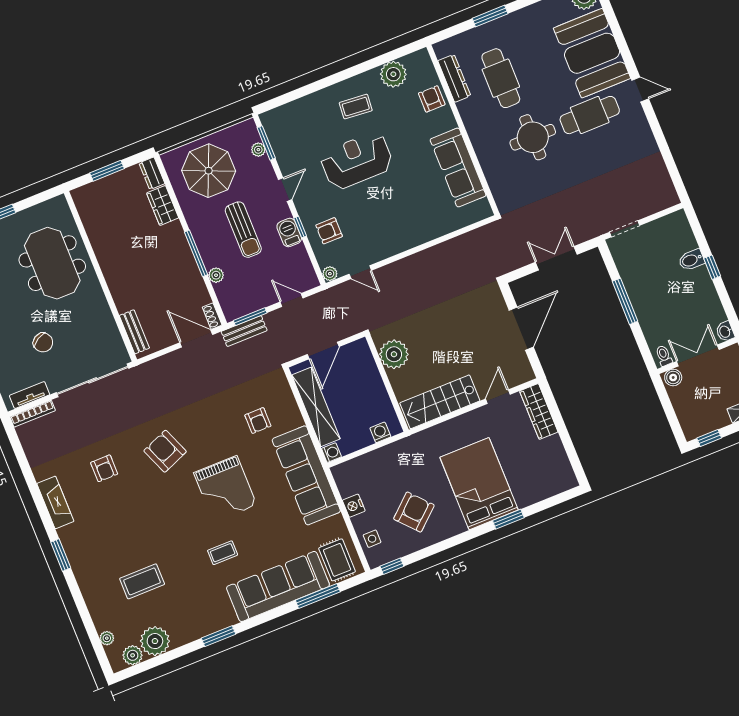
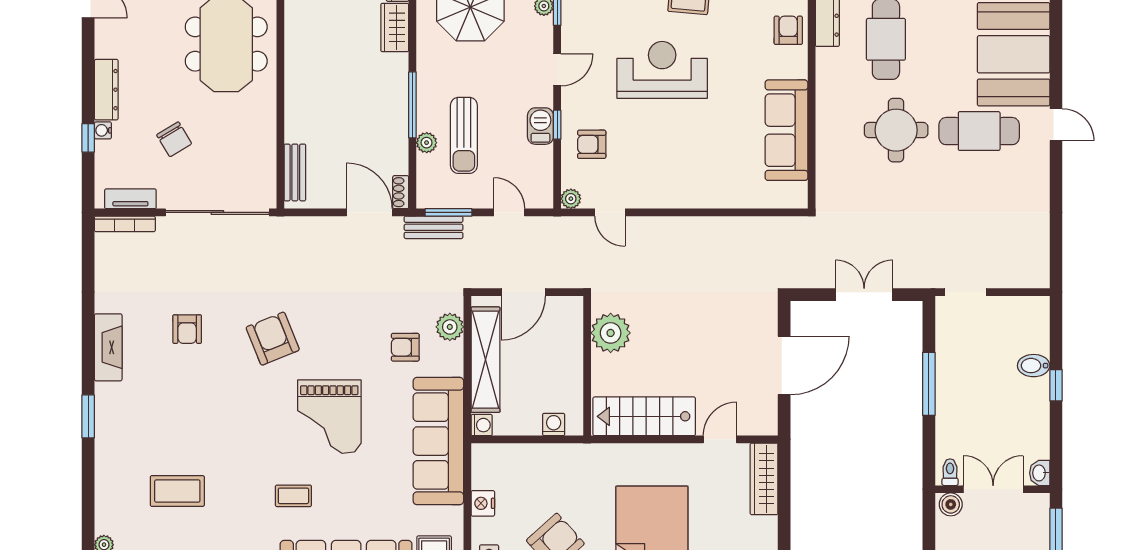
sun lounger: (243, 230) -> (464, 135), moved
plant: (283, 394) -> (450, 327), added
armchair: (258, 421) -> (405, 347), turned 90

